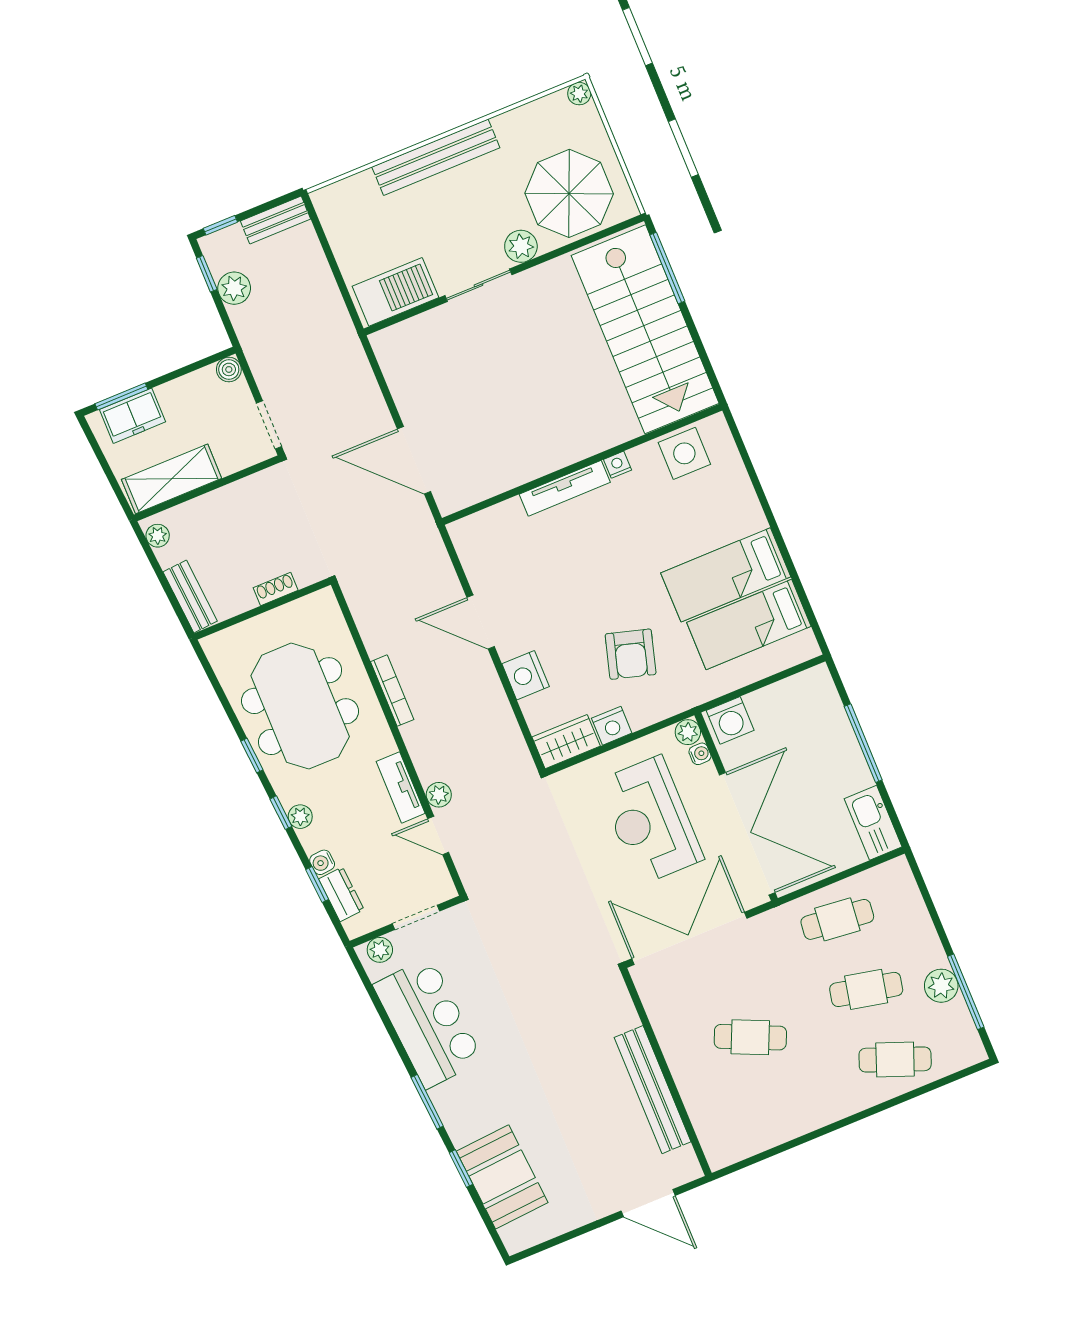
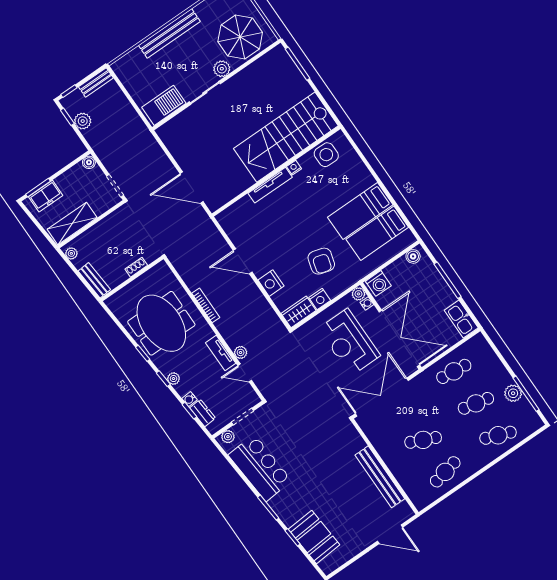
stairs: (645, 329) -> (286, 137), moved, turned 90
boiler: (807, 683) -> (413, 256), added
cafe table: (779, 1107) -> (445, 472), added

